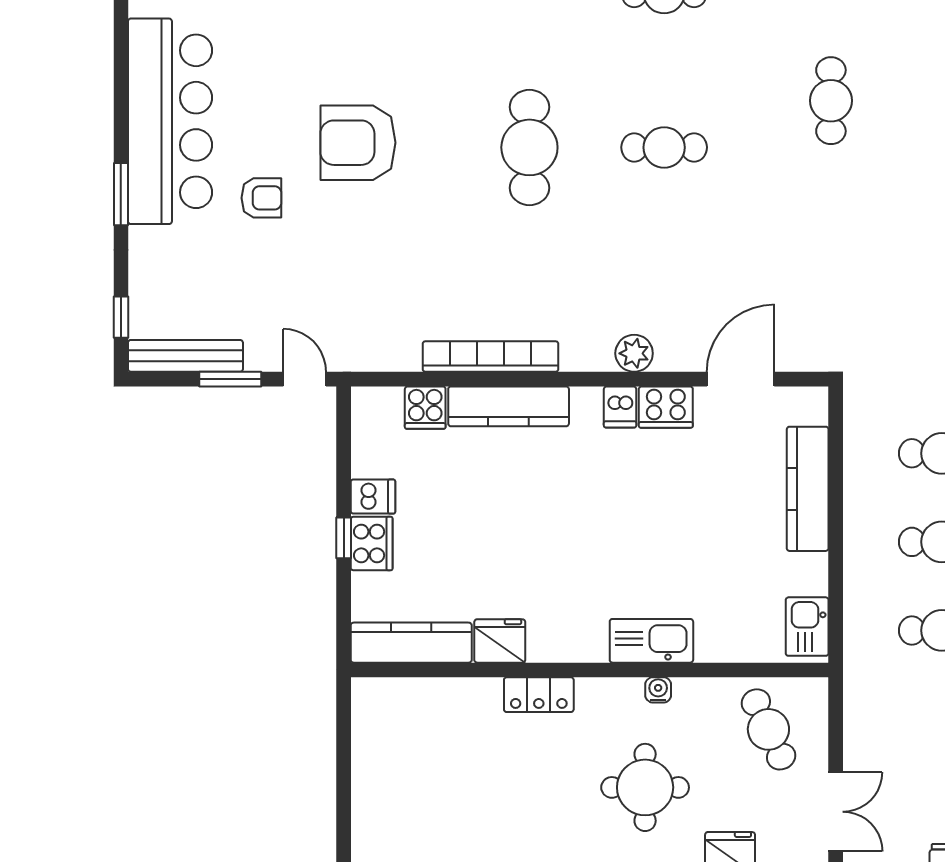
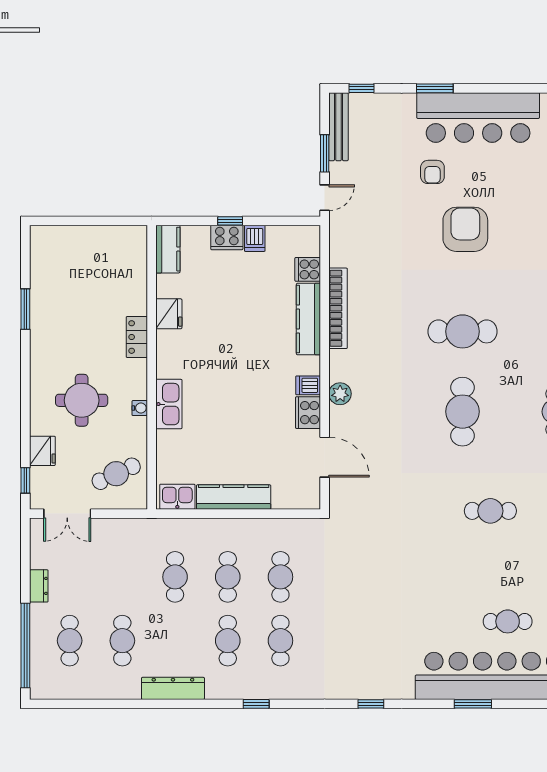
cafe table: (664, 147) -> (462, 412), width x1.37, depth x1.35
kitchen counter: (808, 489) -> (234, 497), moved
kitchen counter: (411, 643) -> (168, 249), width x0.67

